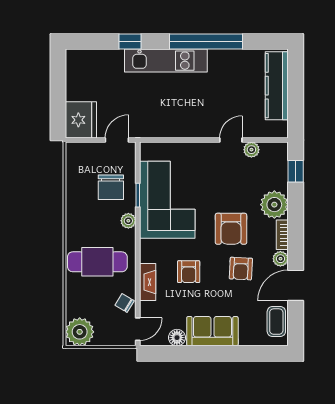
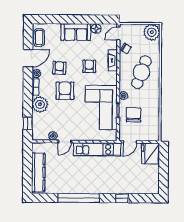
kitchen unit: (166, 61) -> (97, 149), moved, turned 180
cafe table: (97, 262) -> (141, 72), turned -70

